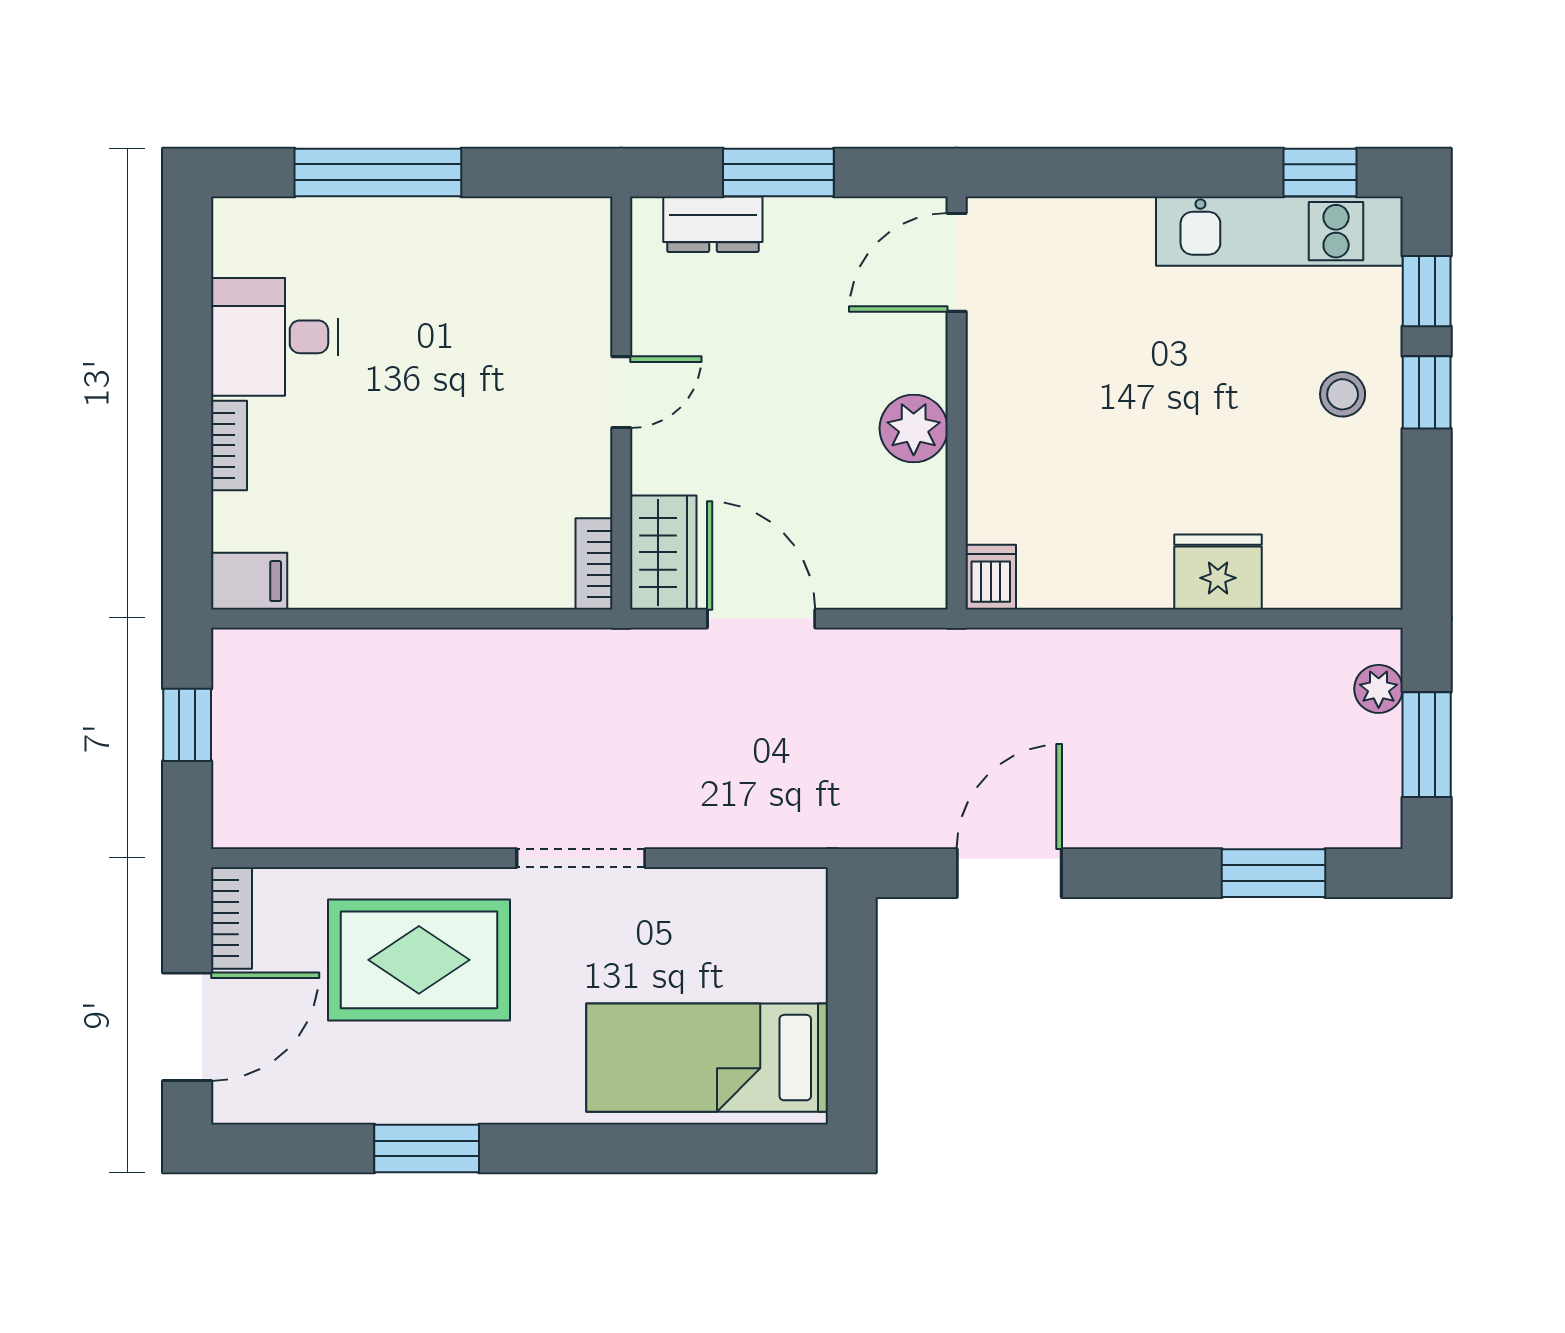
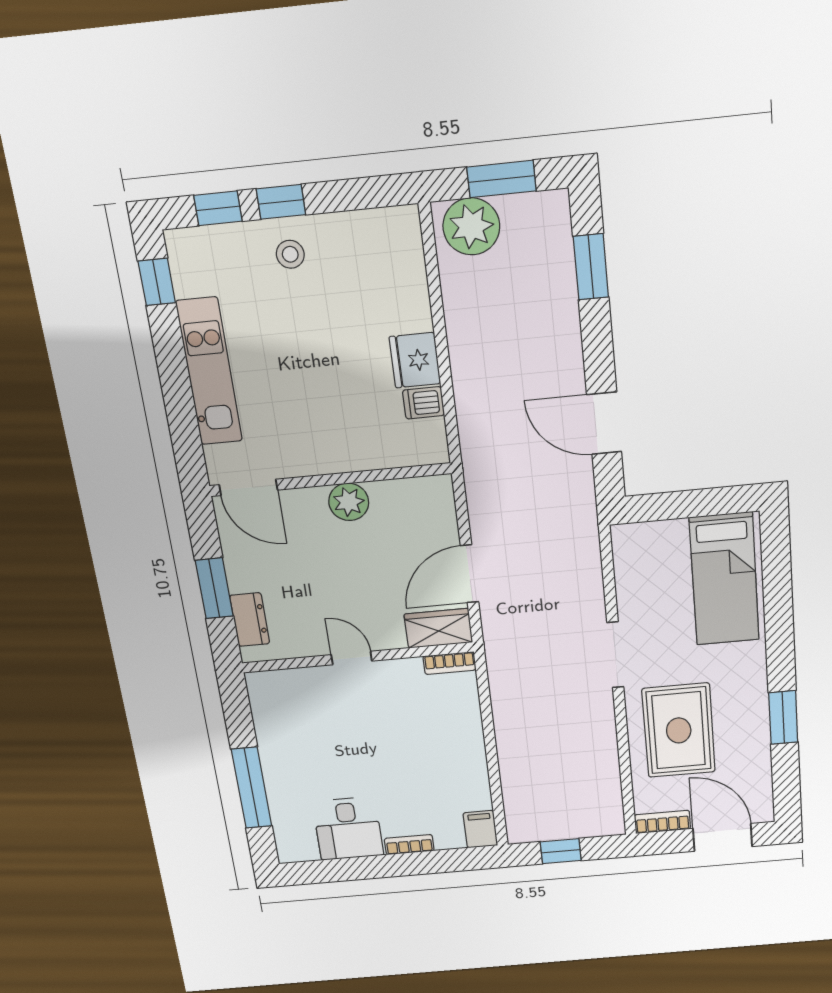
kitchen unit: (1279, 231) -> (209, 372), moved
fridge: (1218, 572) -> (415, 360), moved
dishwasher: (991, 577) -> (424, 403), moved
plant: (1379, 689) -> (471, 226), width x1.87, depth x1.87

